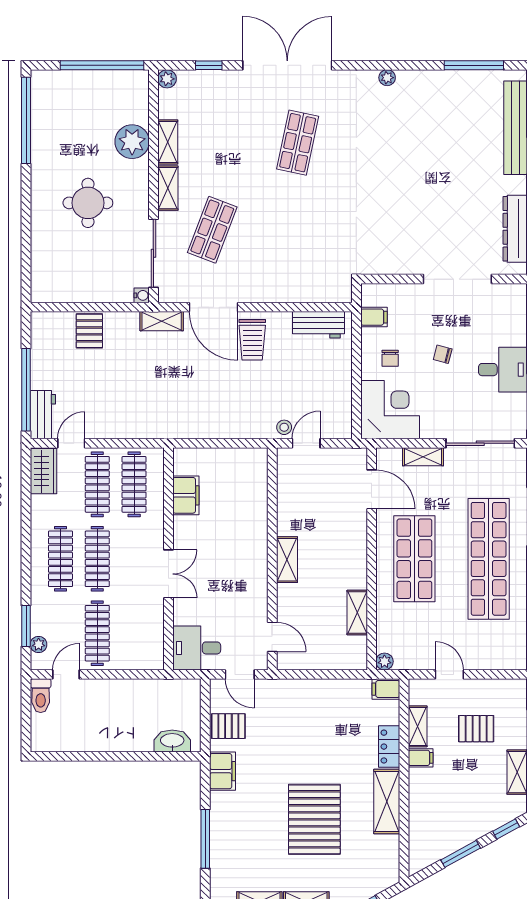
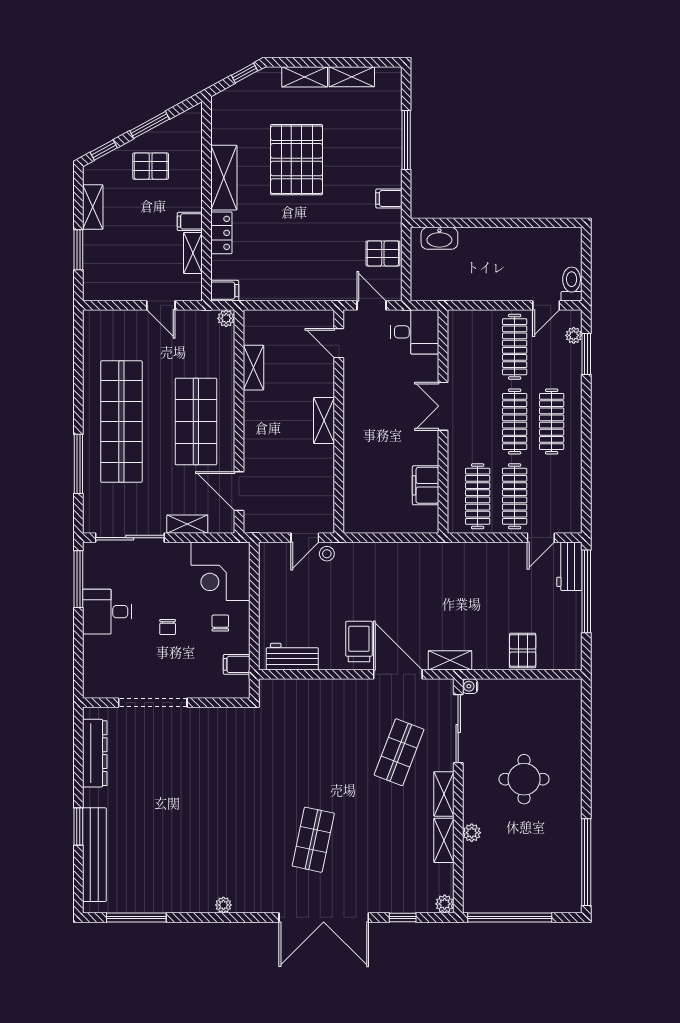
plant: (132, 142) -> (472, 833), width x0.53, depth x0.53
chair: (443, 354) -> (168, 627), turned 75
wardrobe: (44, 471) -> (569, 510), removed
pallet: (476, 729) -> (151, 166), moved
filing cabinet: (222, 771) -> (389, 198), width x0.50

